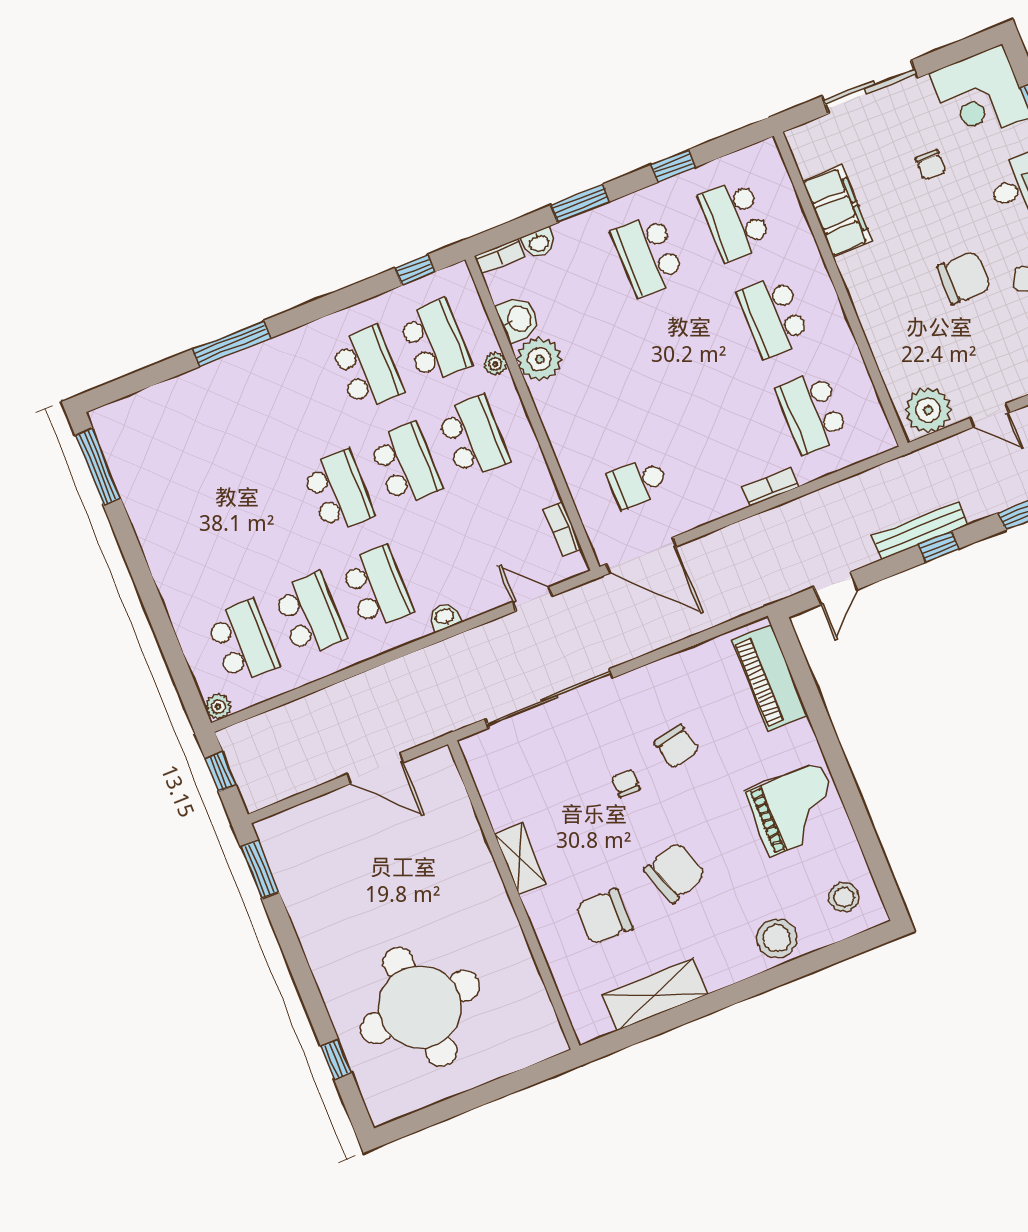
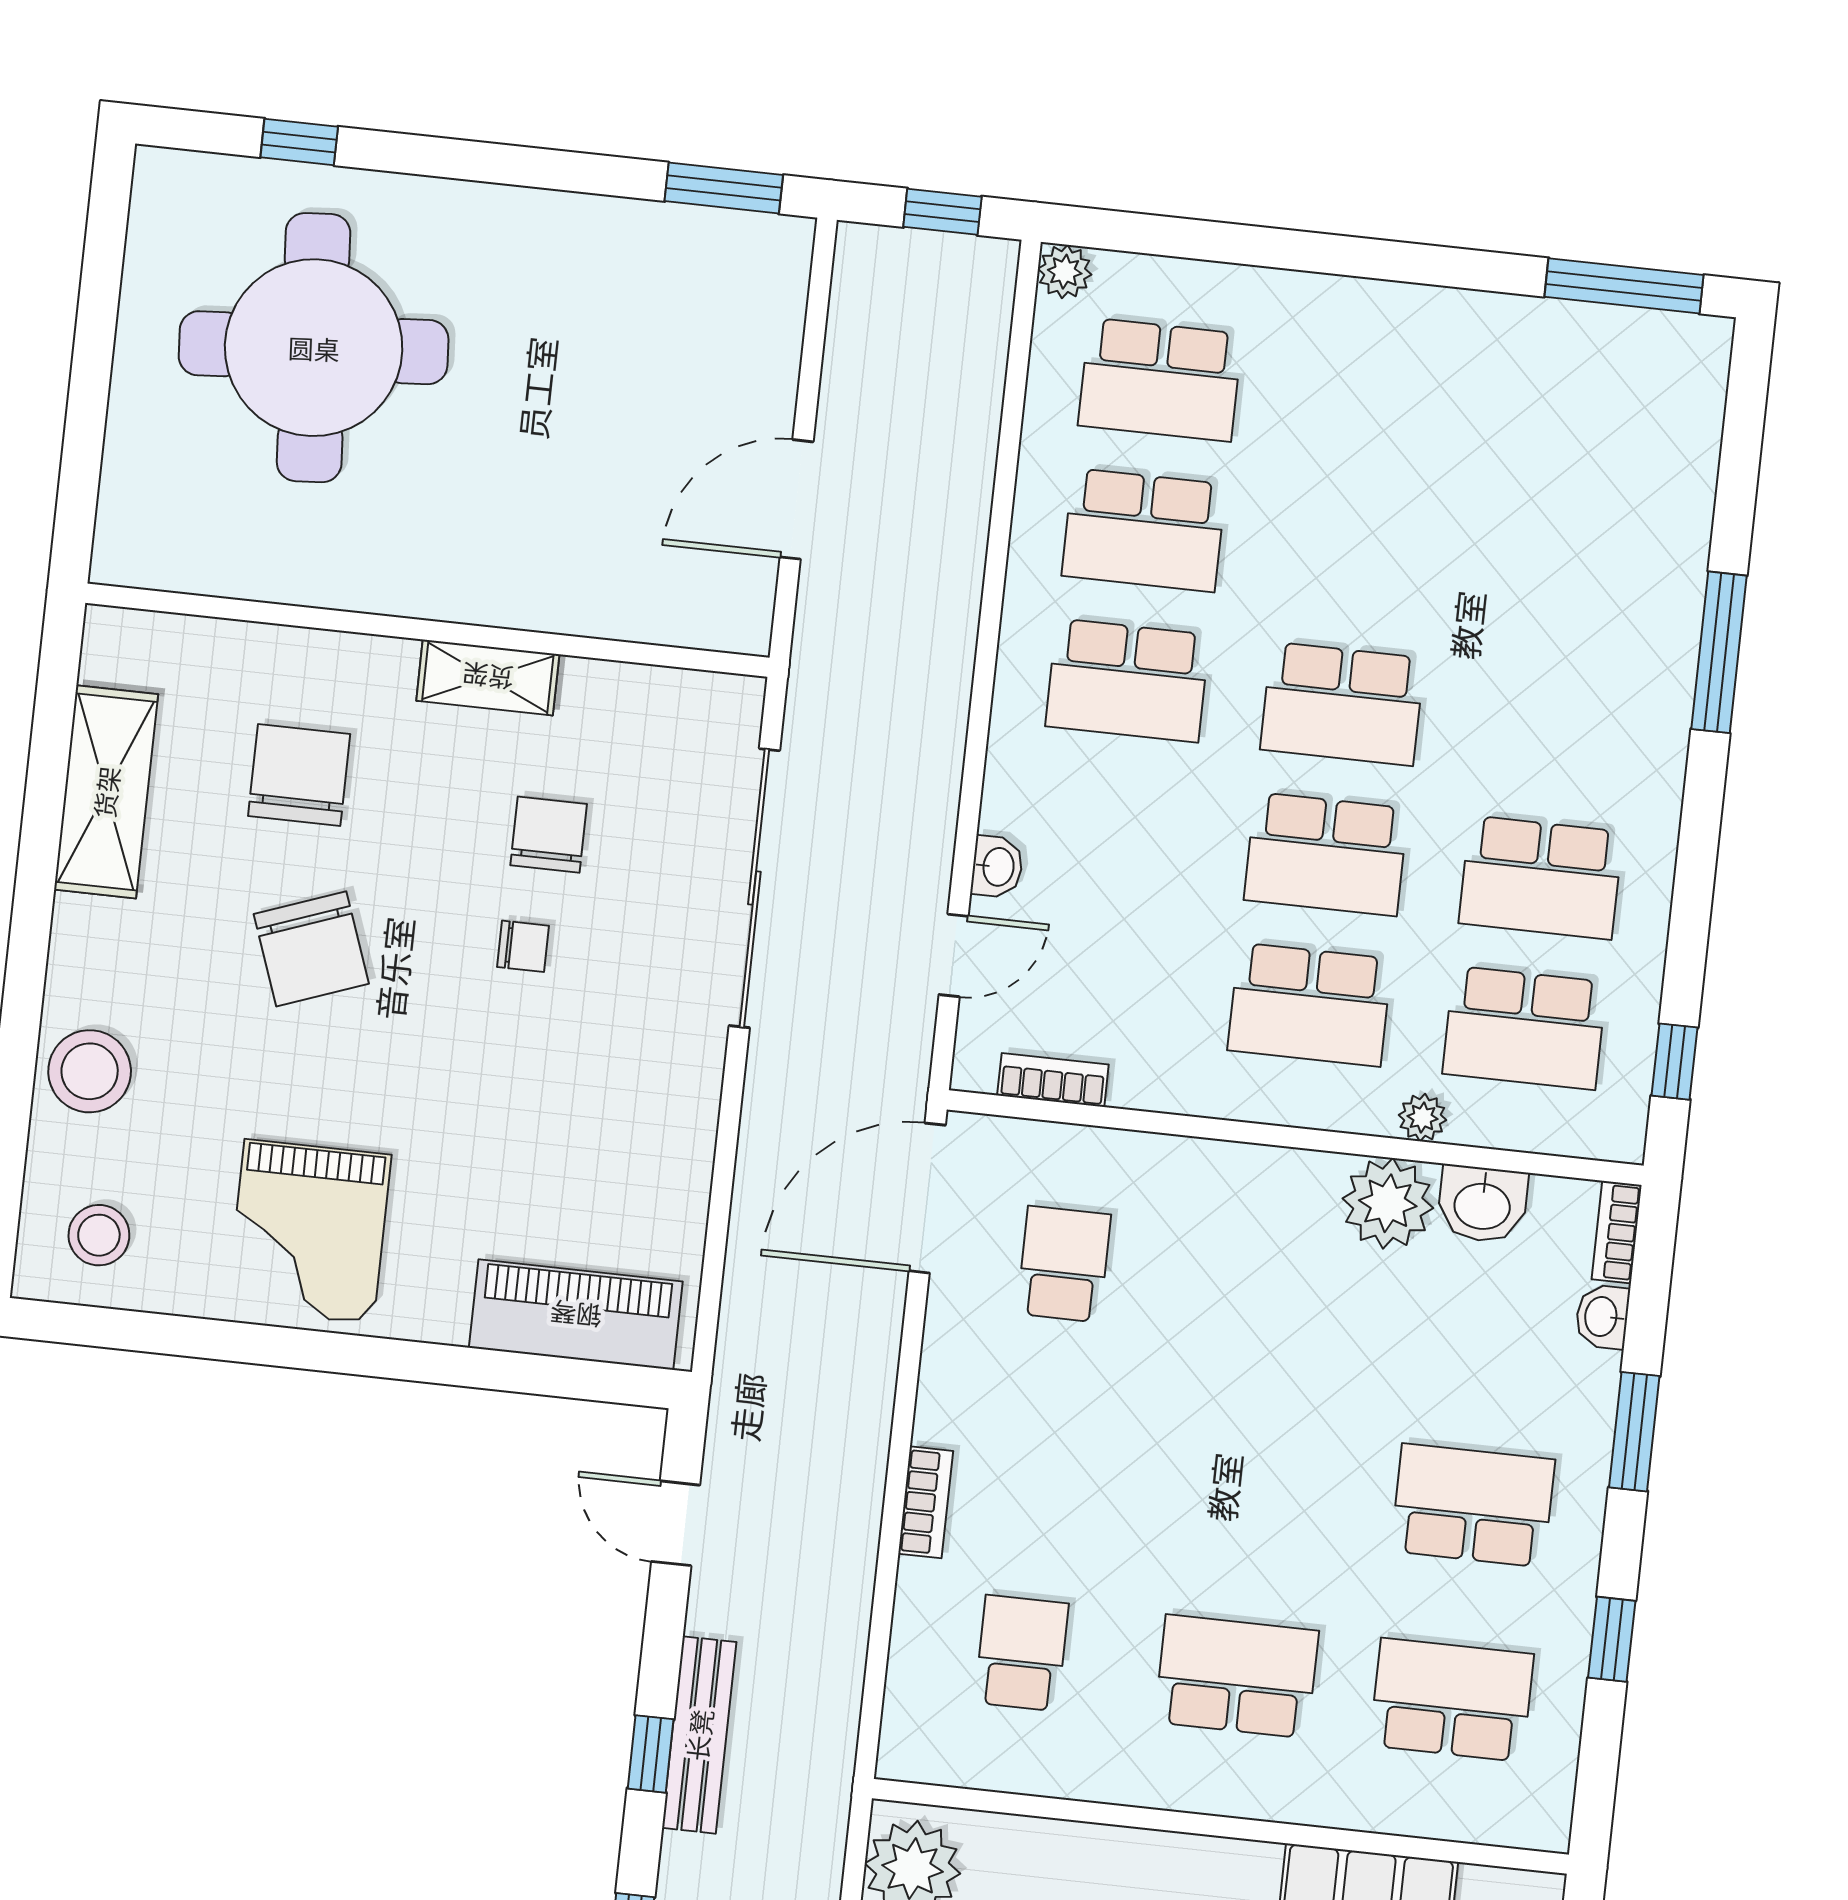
school desk: (812, 413) -> (1022, 1653), width x0.54
washbasin: (445, 617) -> (997, 867), moved
chair: (677, 746) -> (549, 835), moved, turned 103

